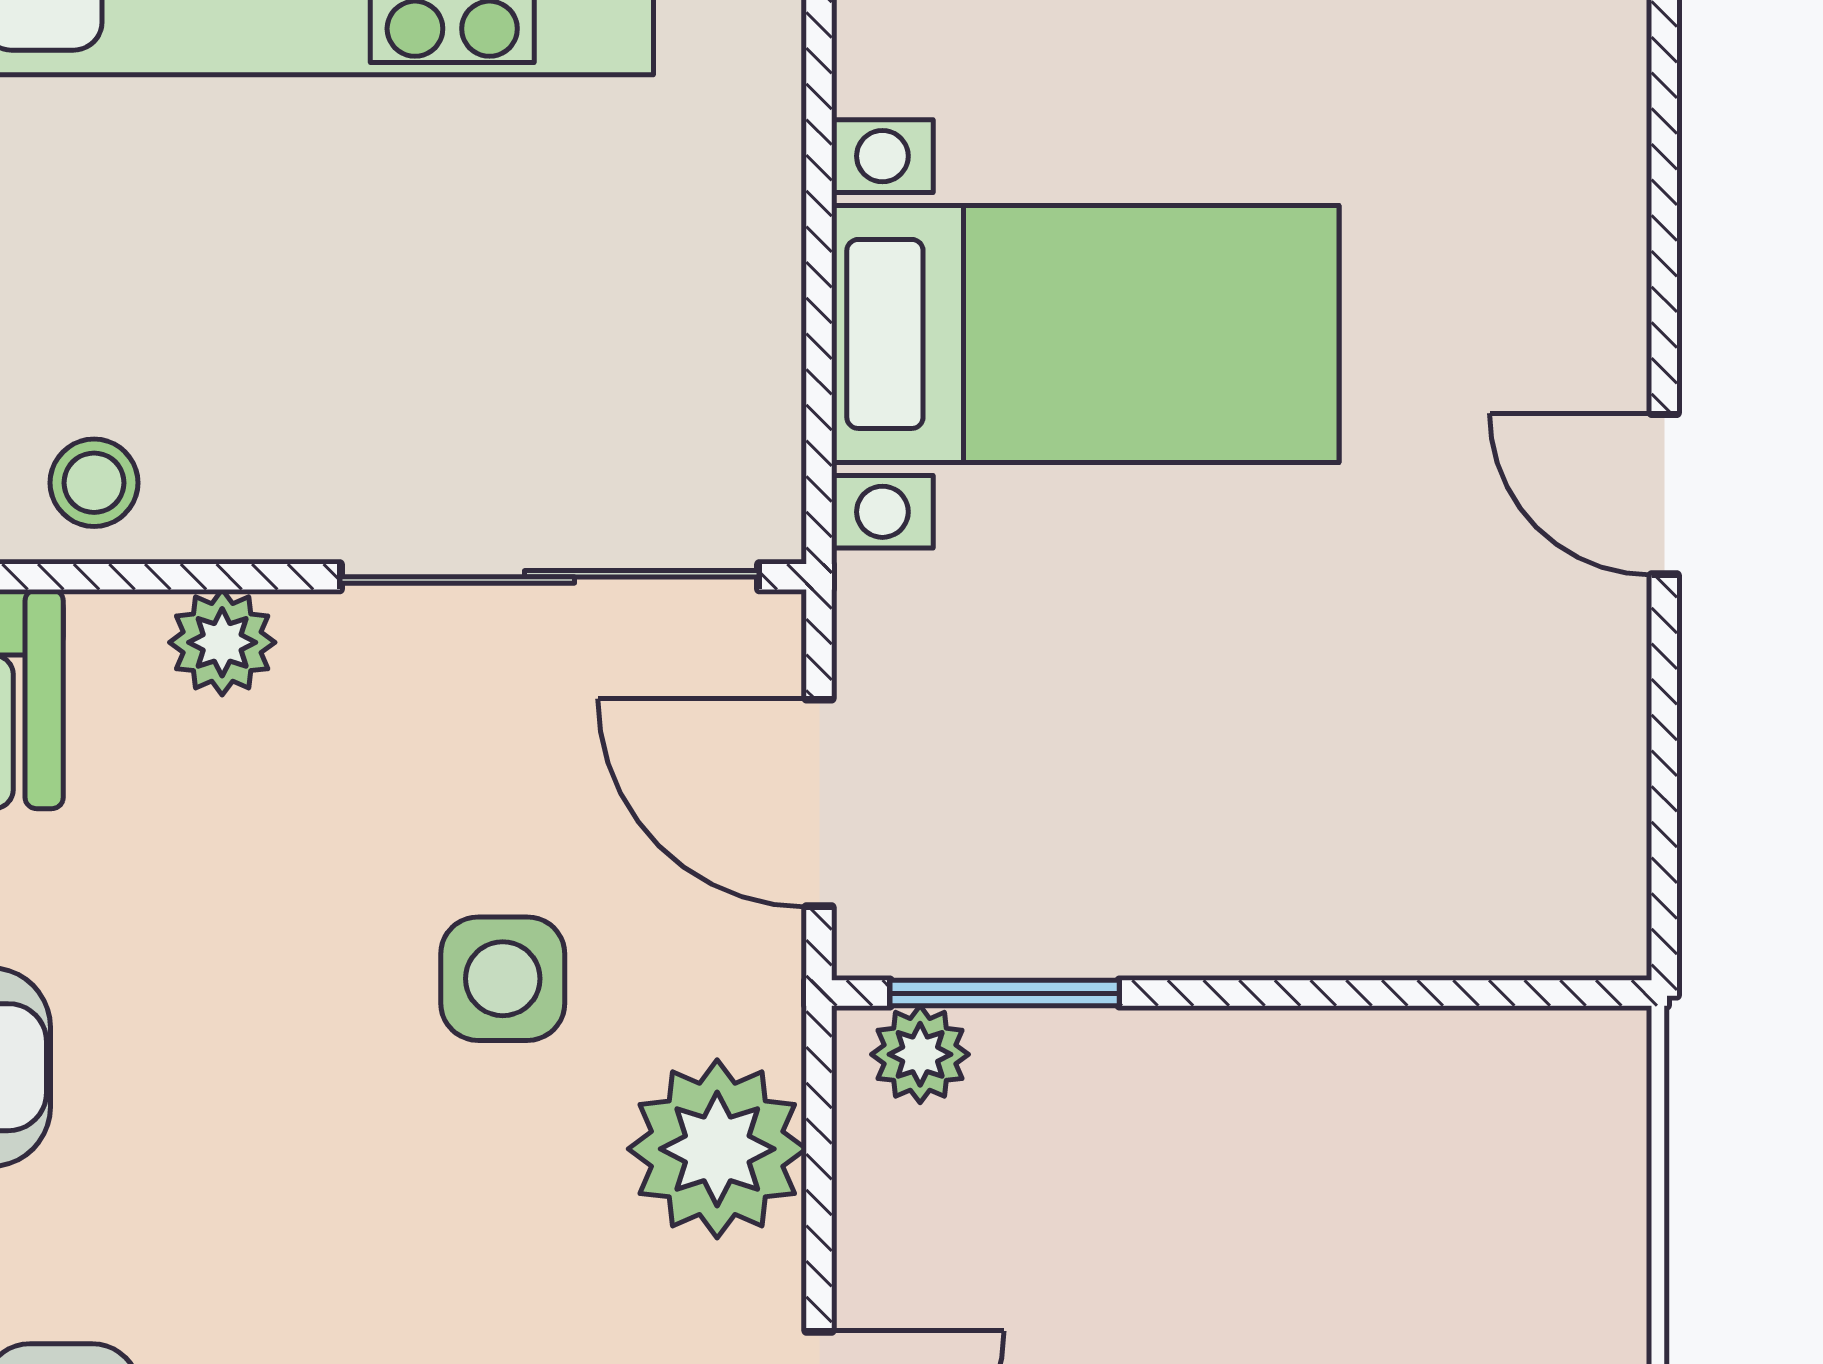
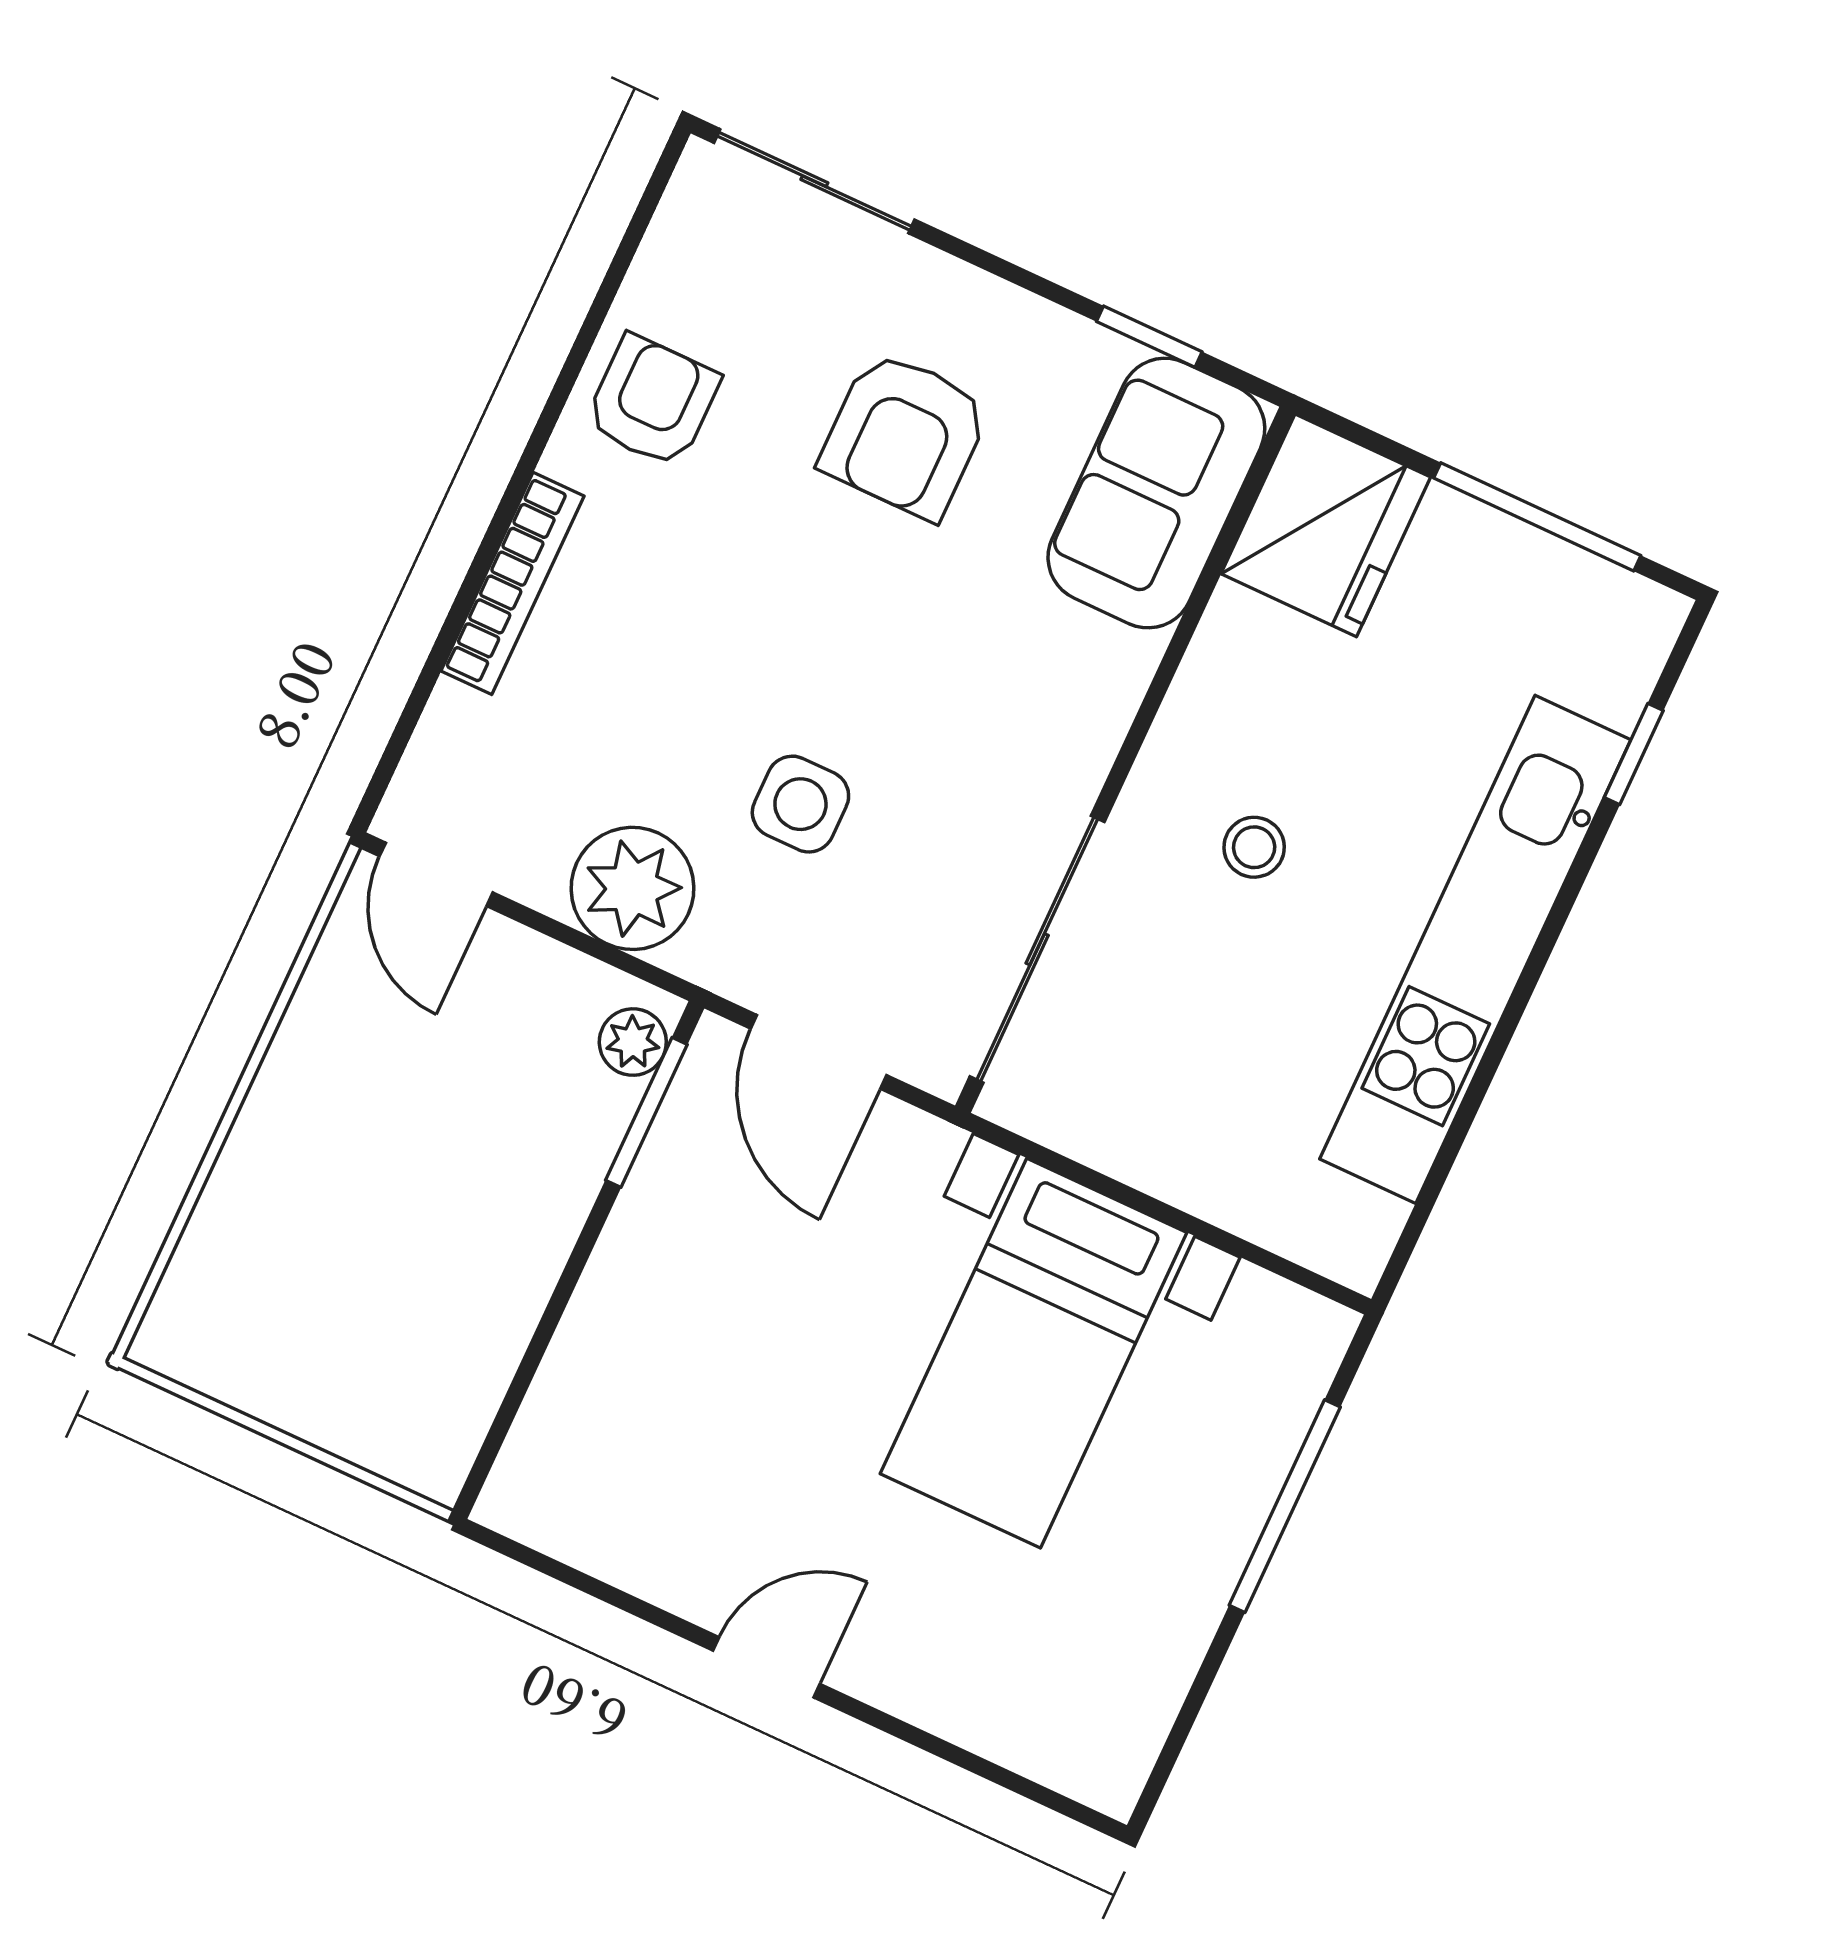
stool: (94, 483) -> (1254, 847), moved
plant: (222, 642) -> (1091, 727), removed
door: (819, 803) -> (818, 1052), swing flipped

